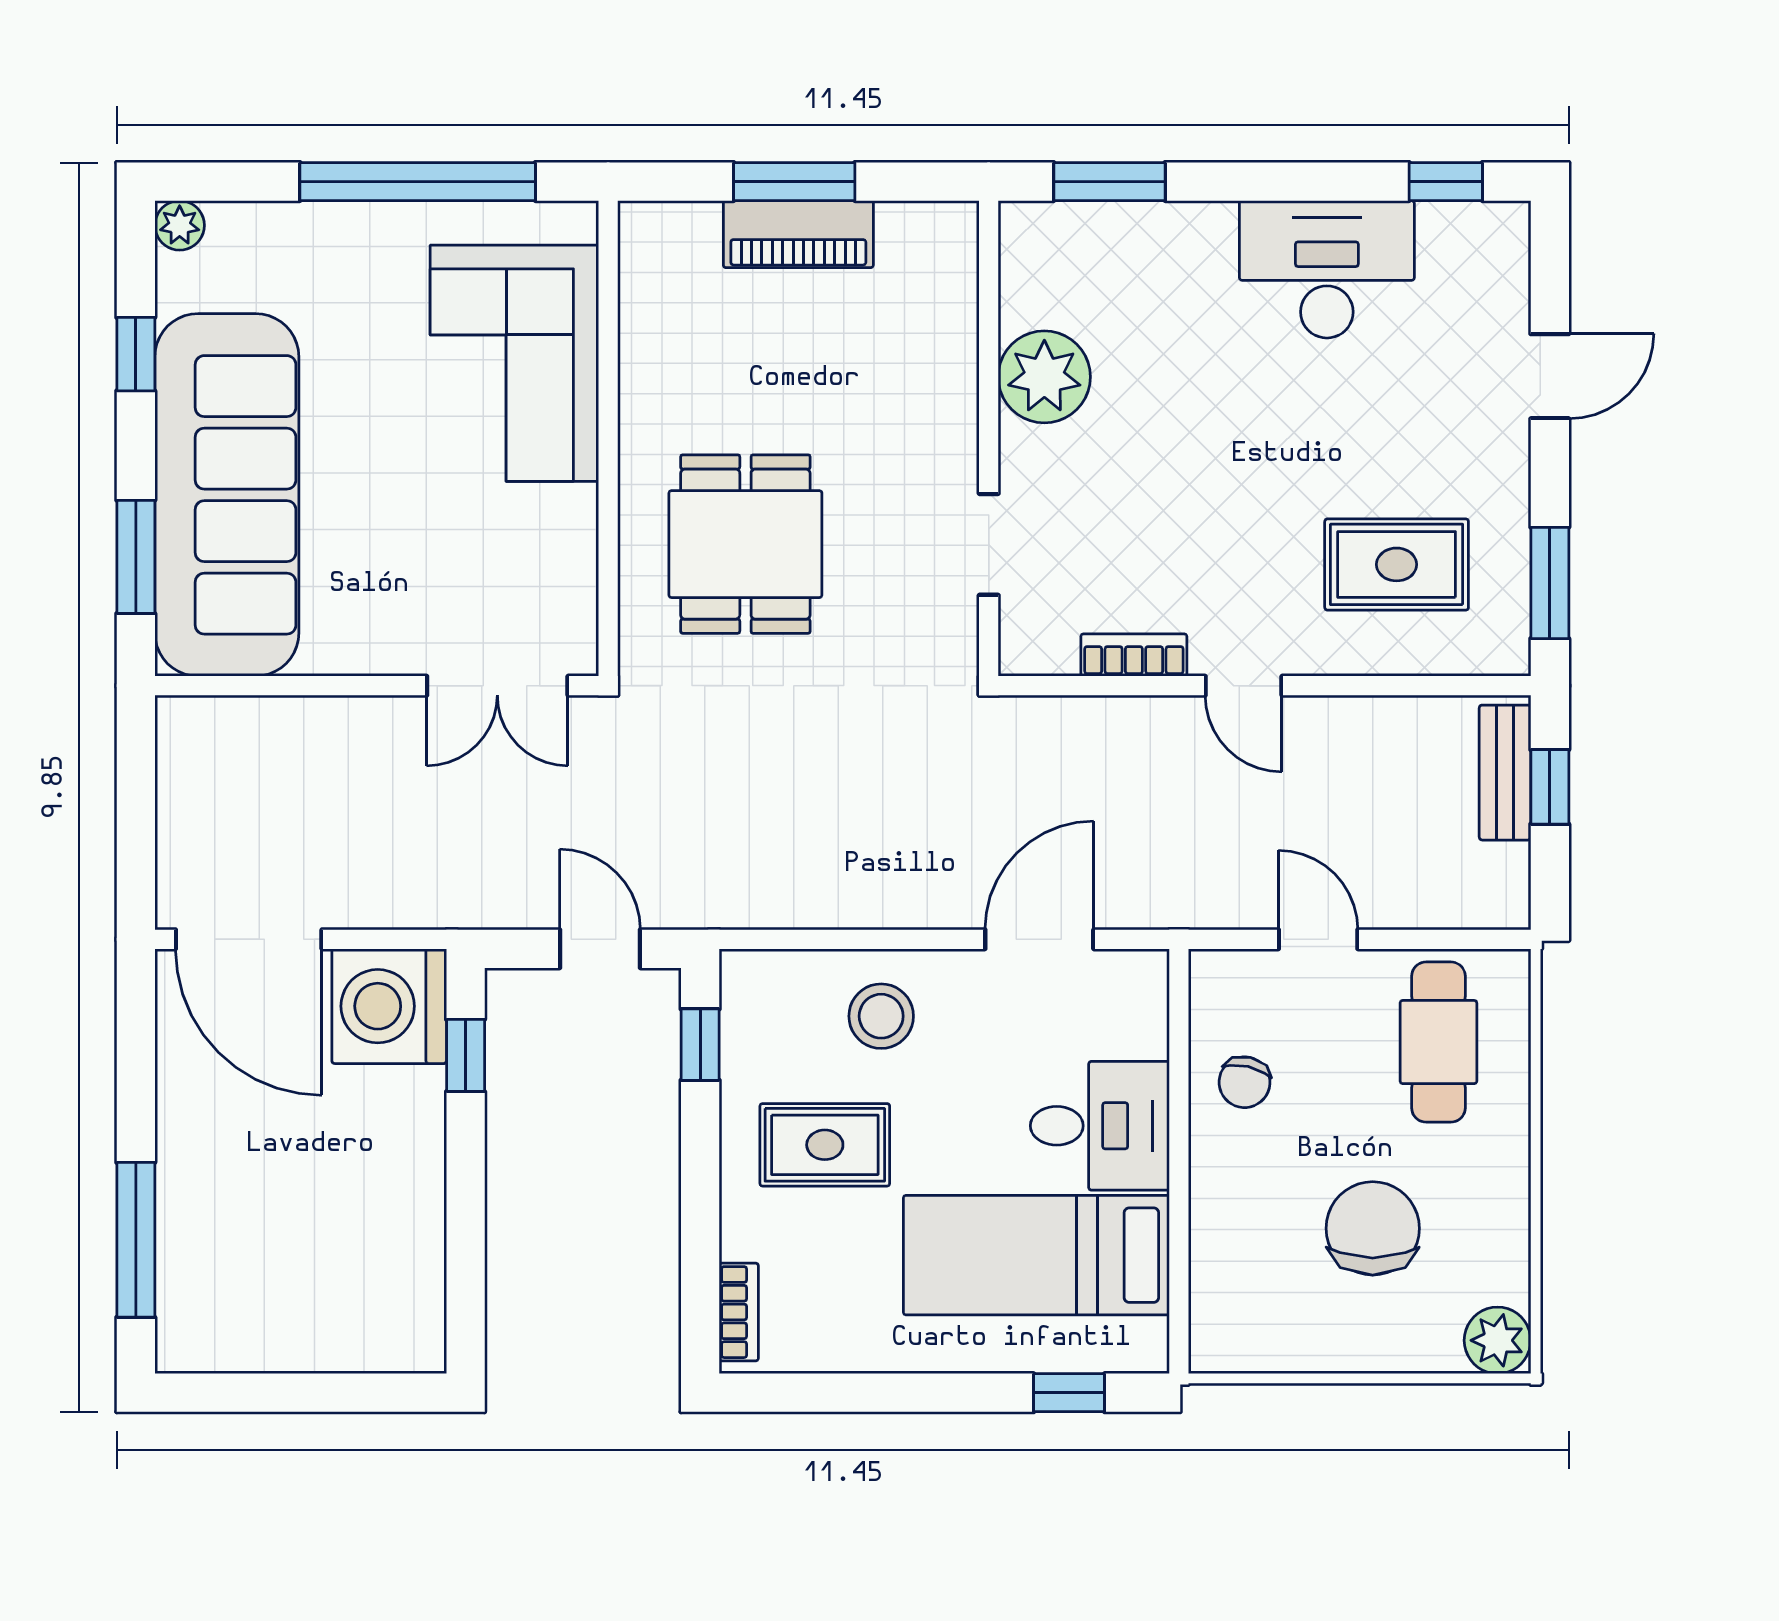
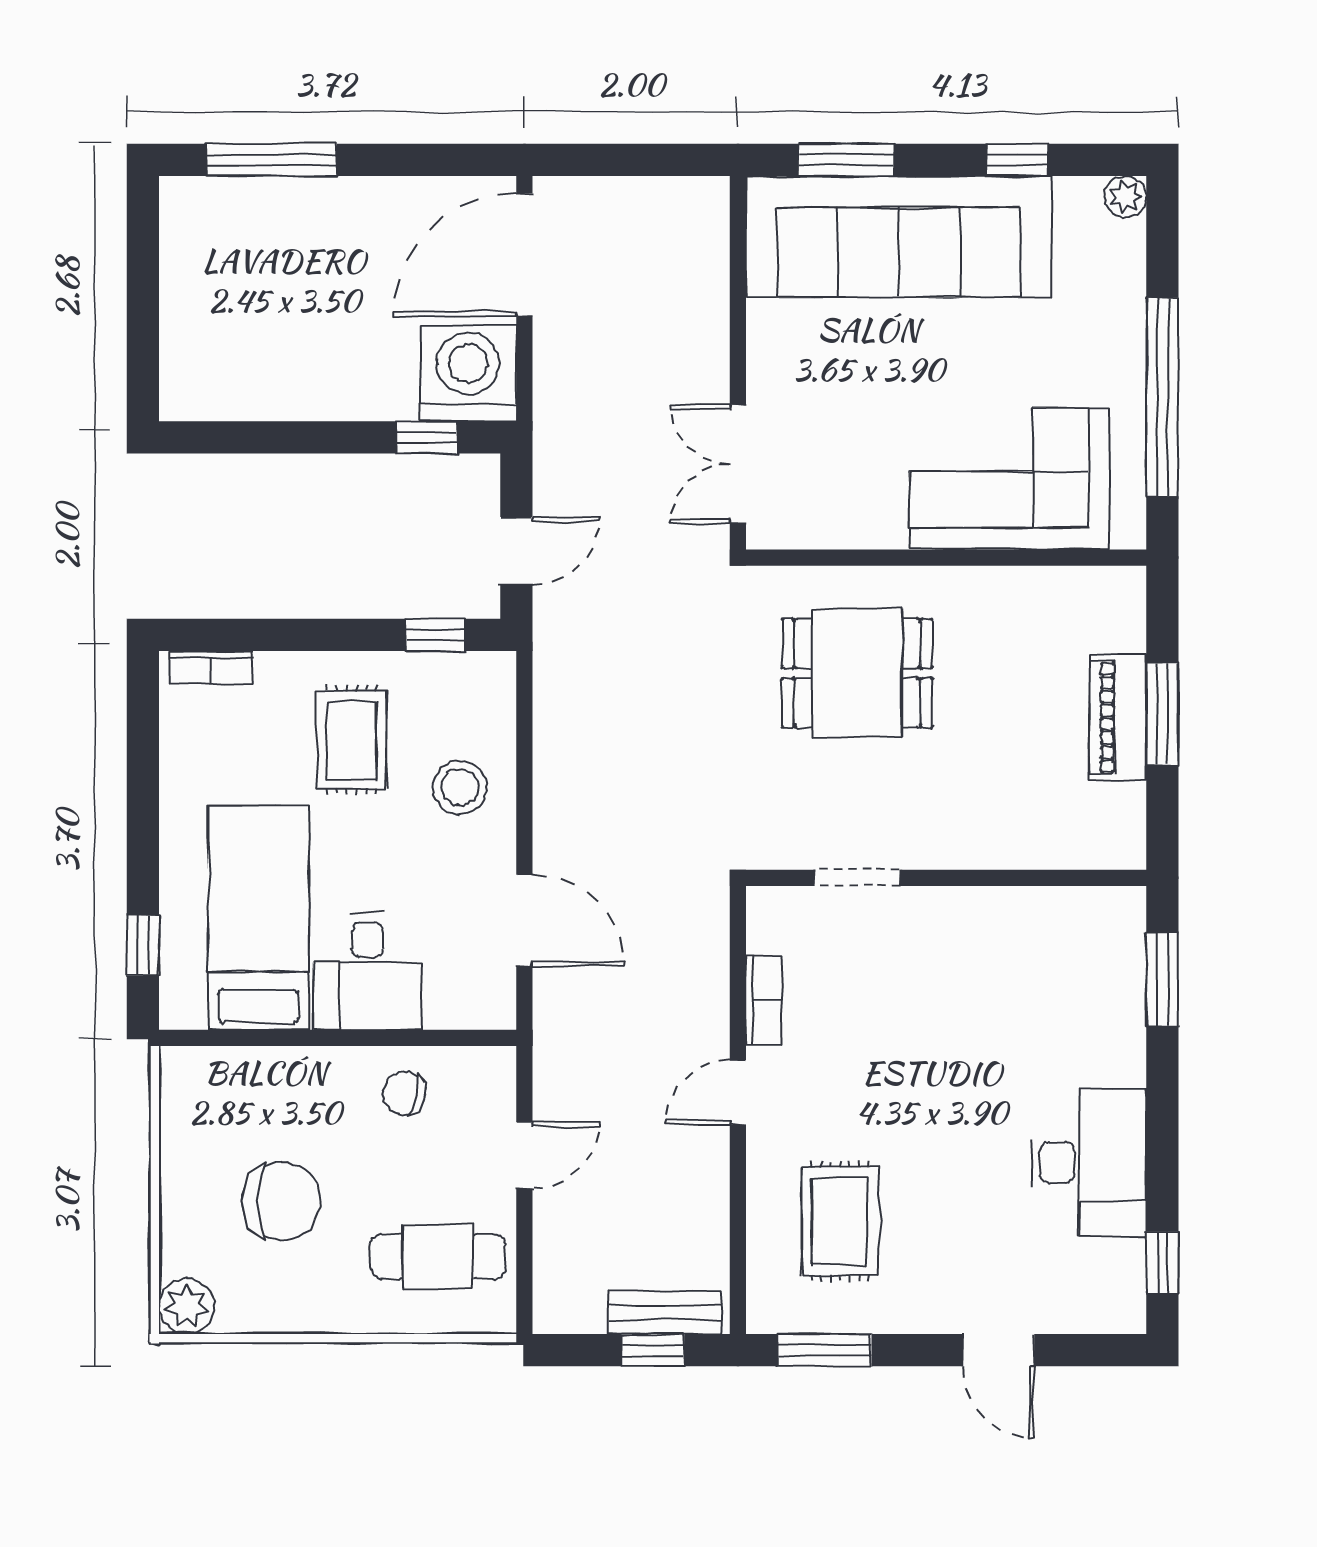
plant: (1044, 377) -> (998, 925), removed

